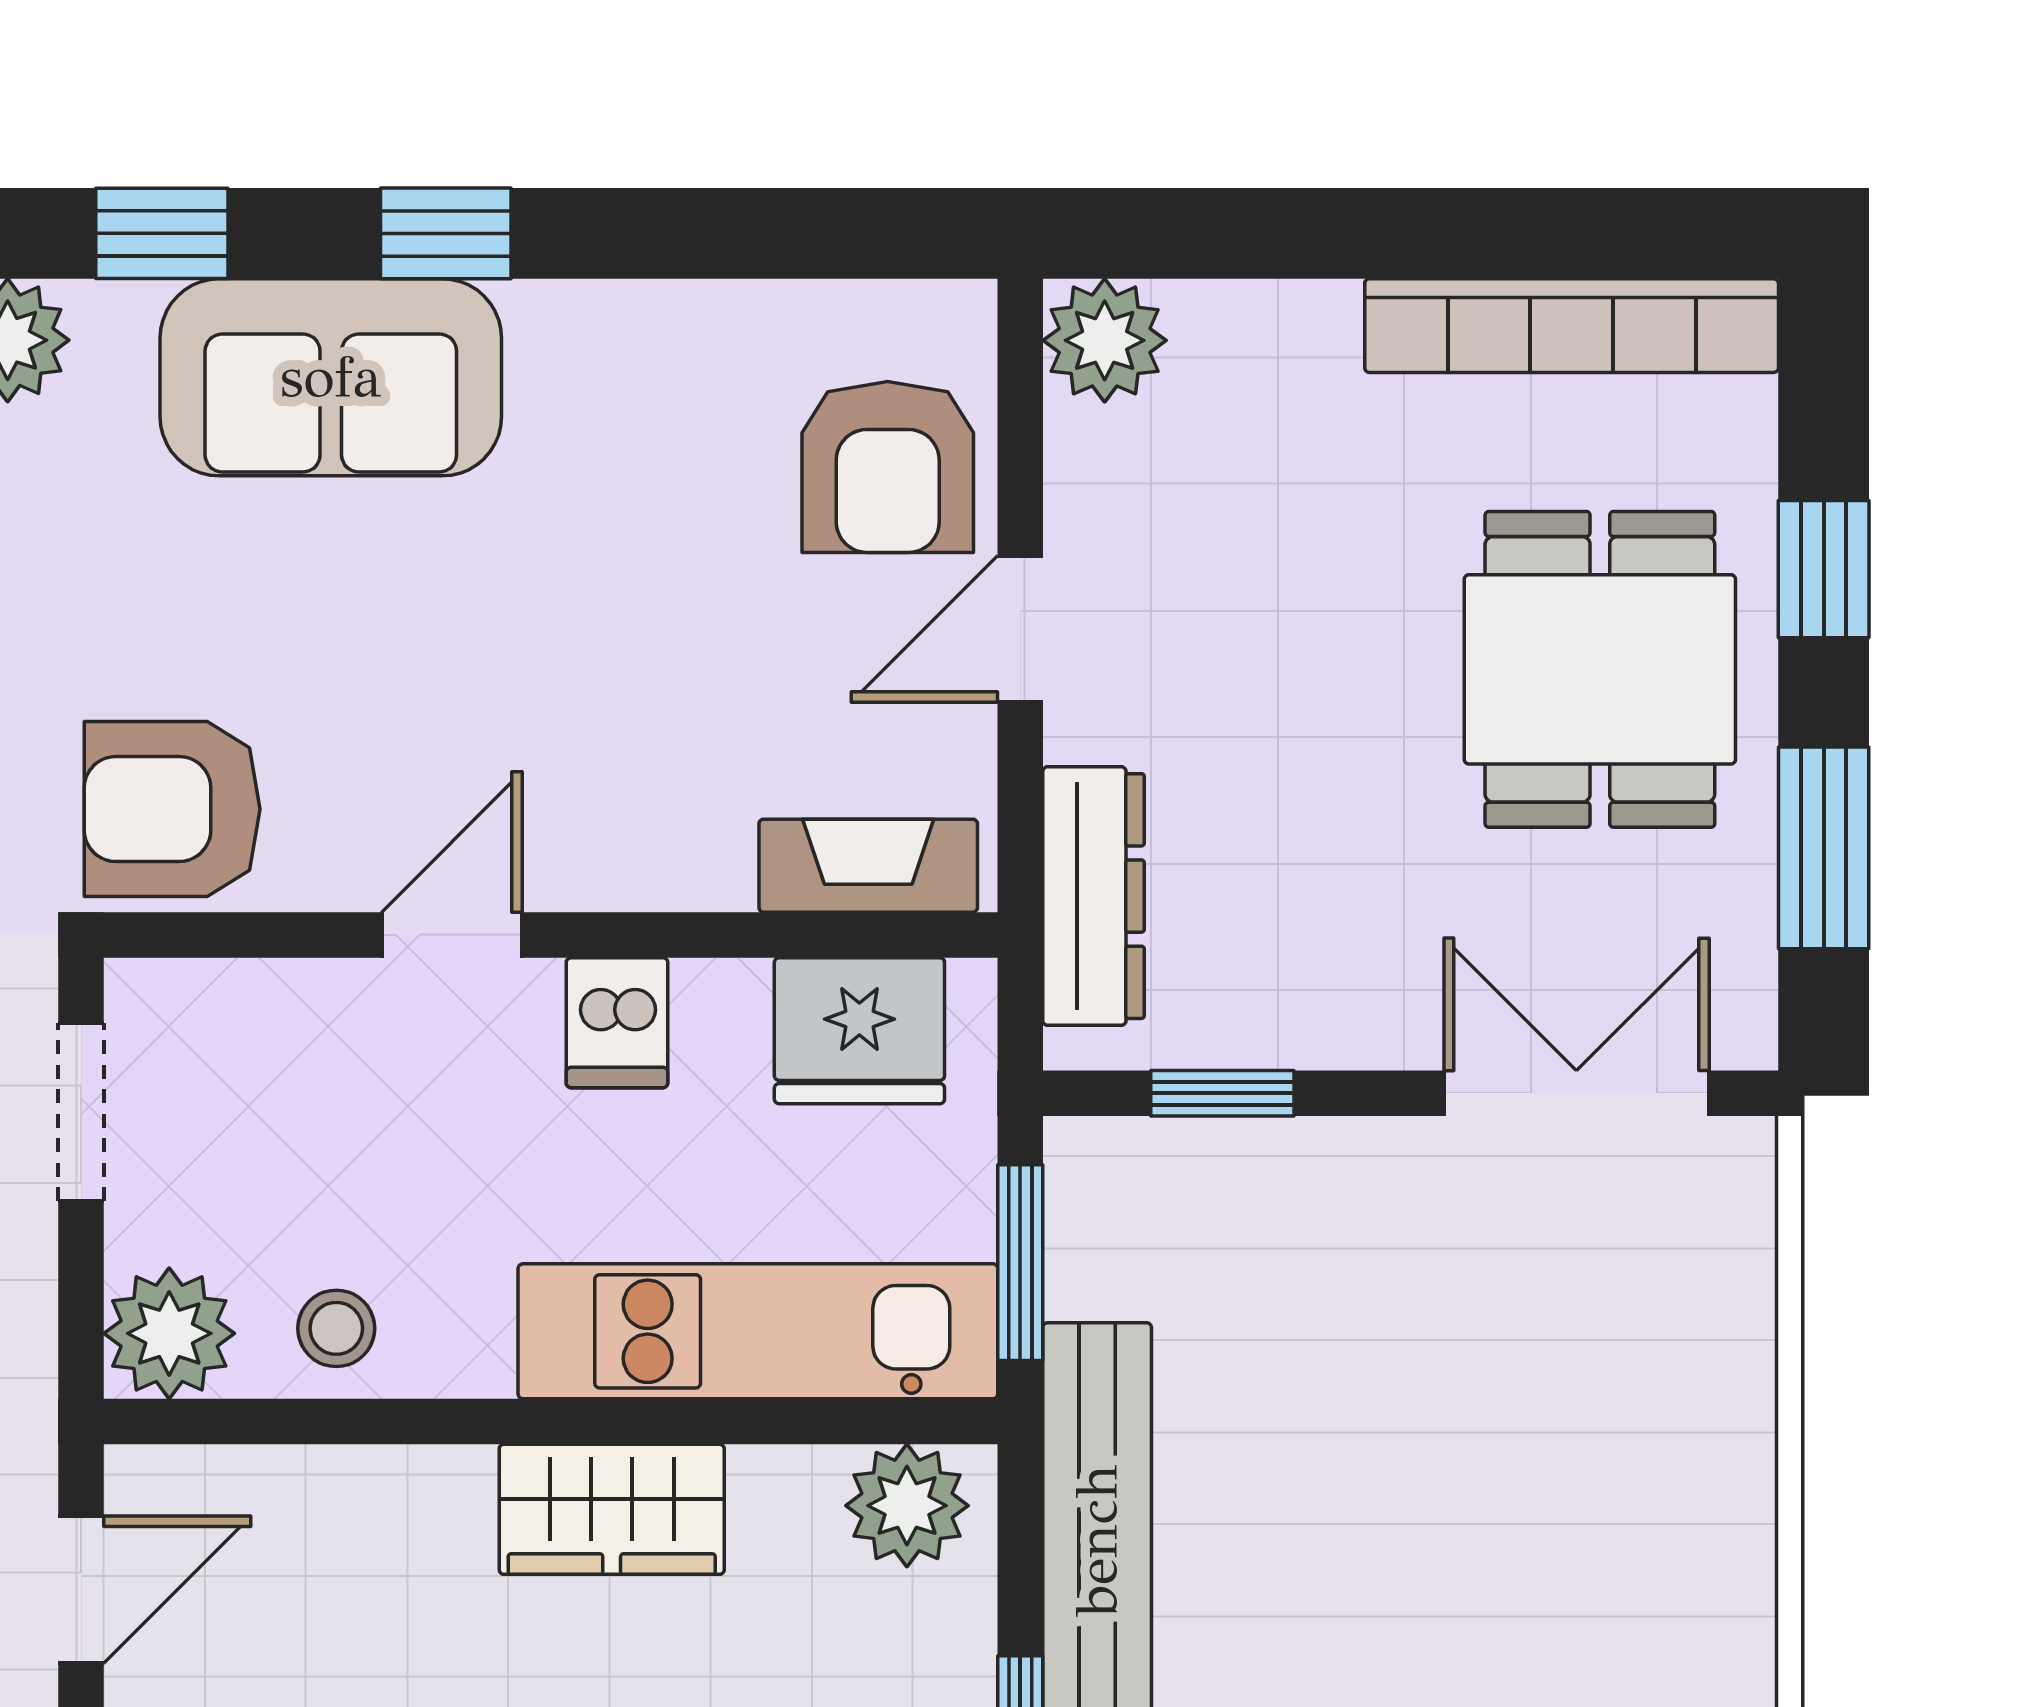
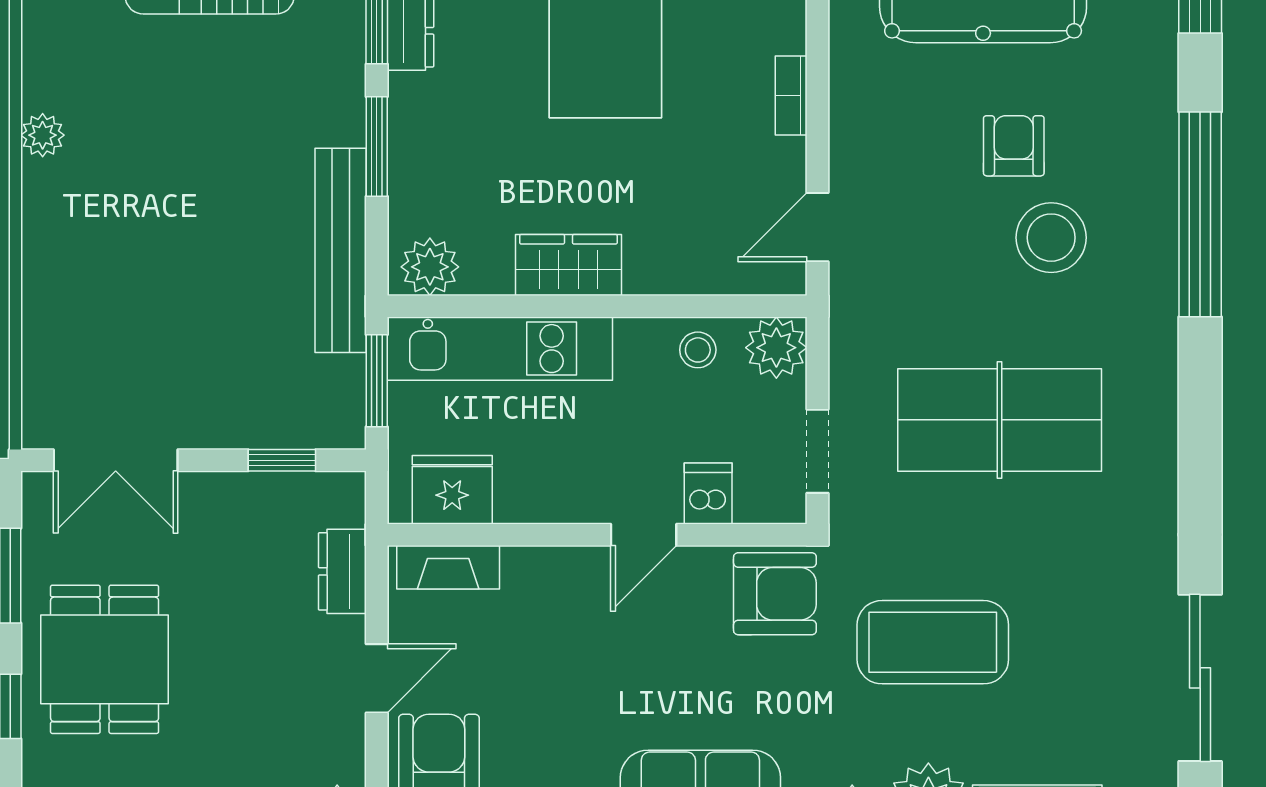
dresser: (1093, 896) -> (342, 571), width x0.70
dishwasher: (617, 1023) -> (708, 493), moved

